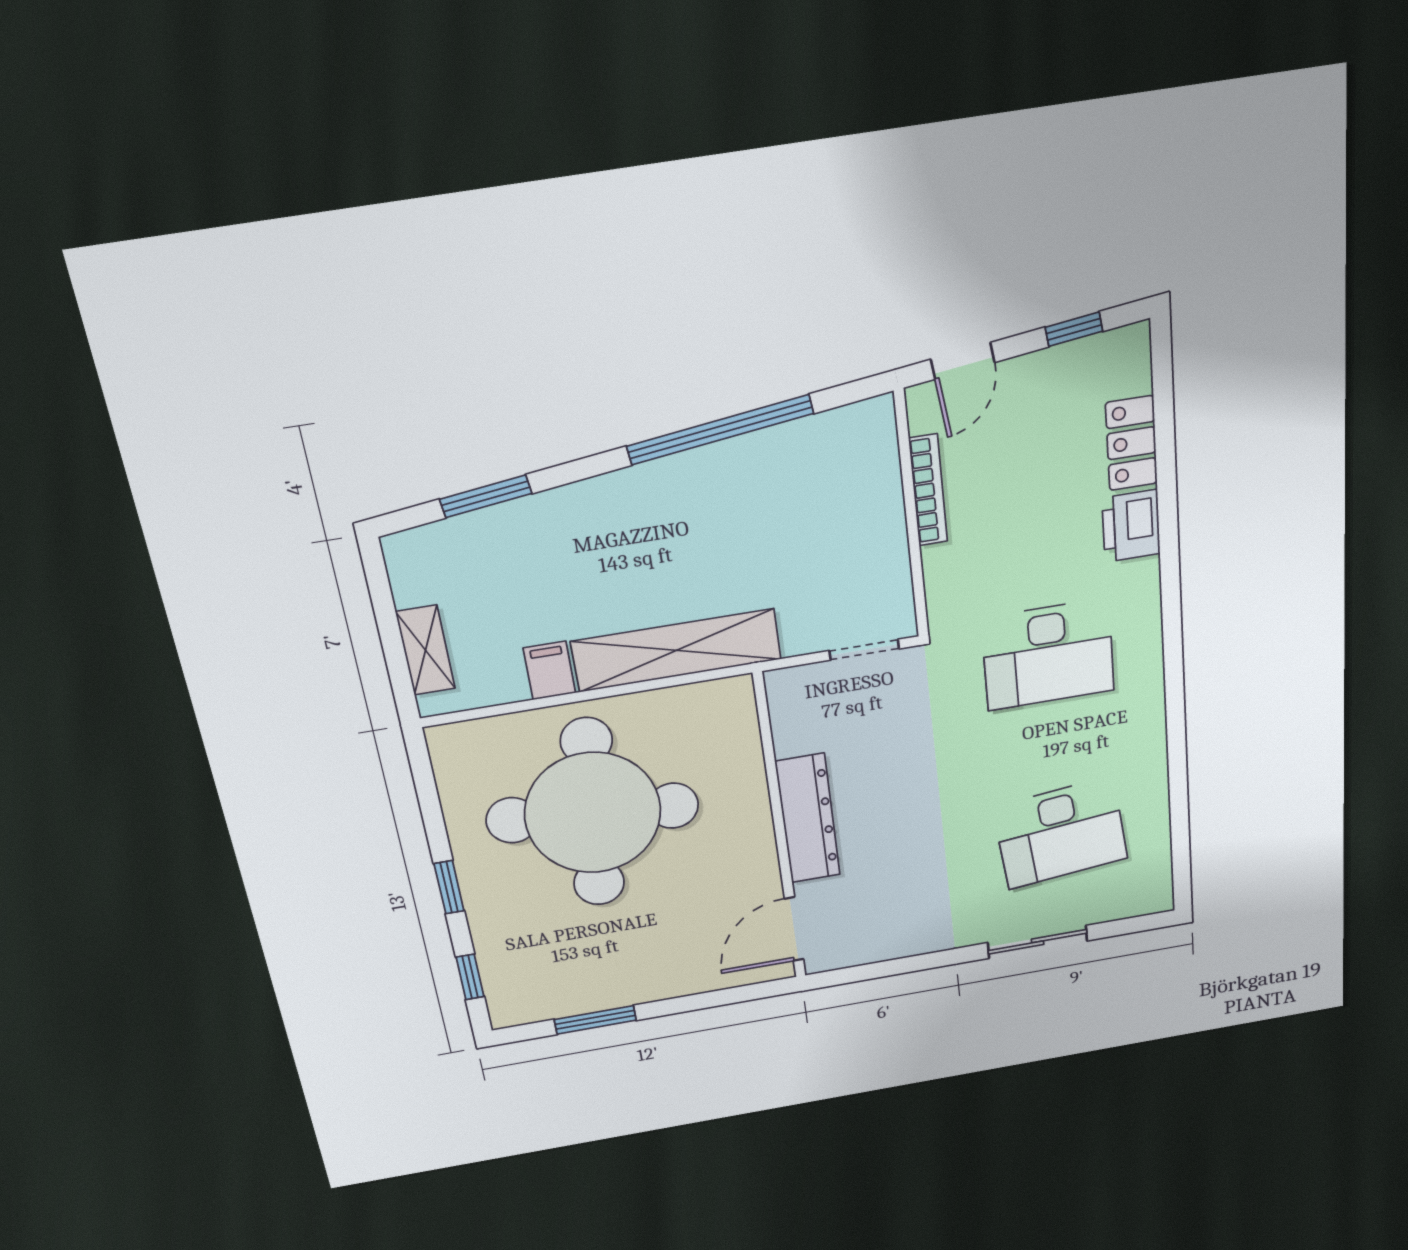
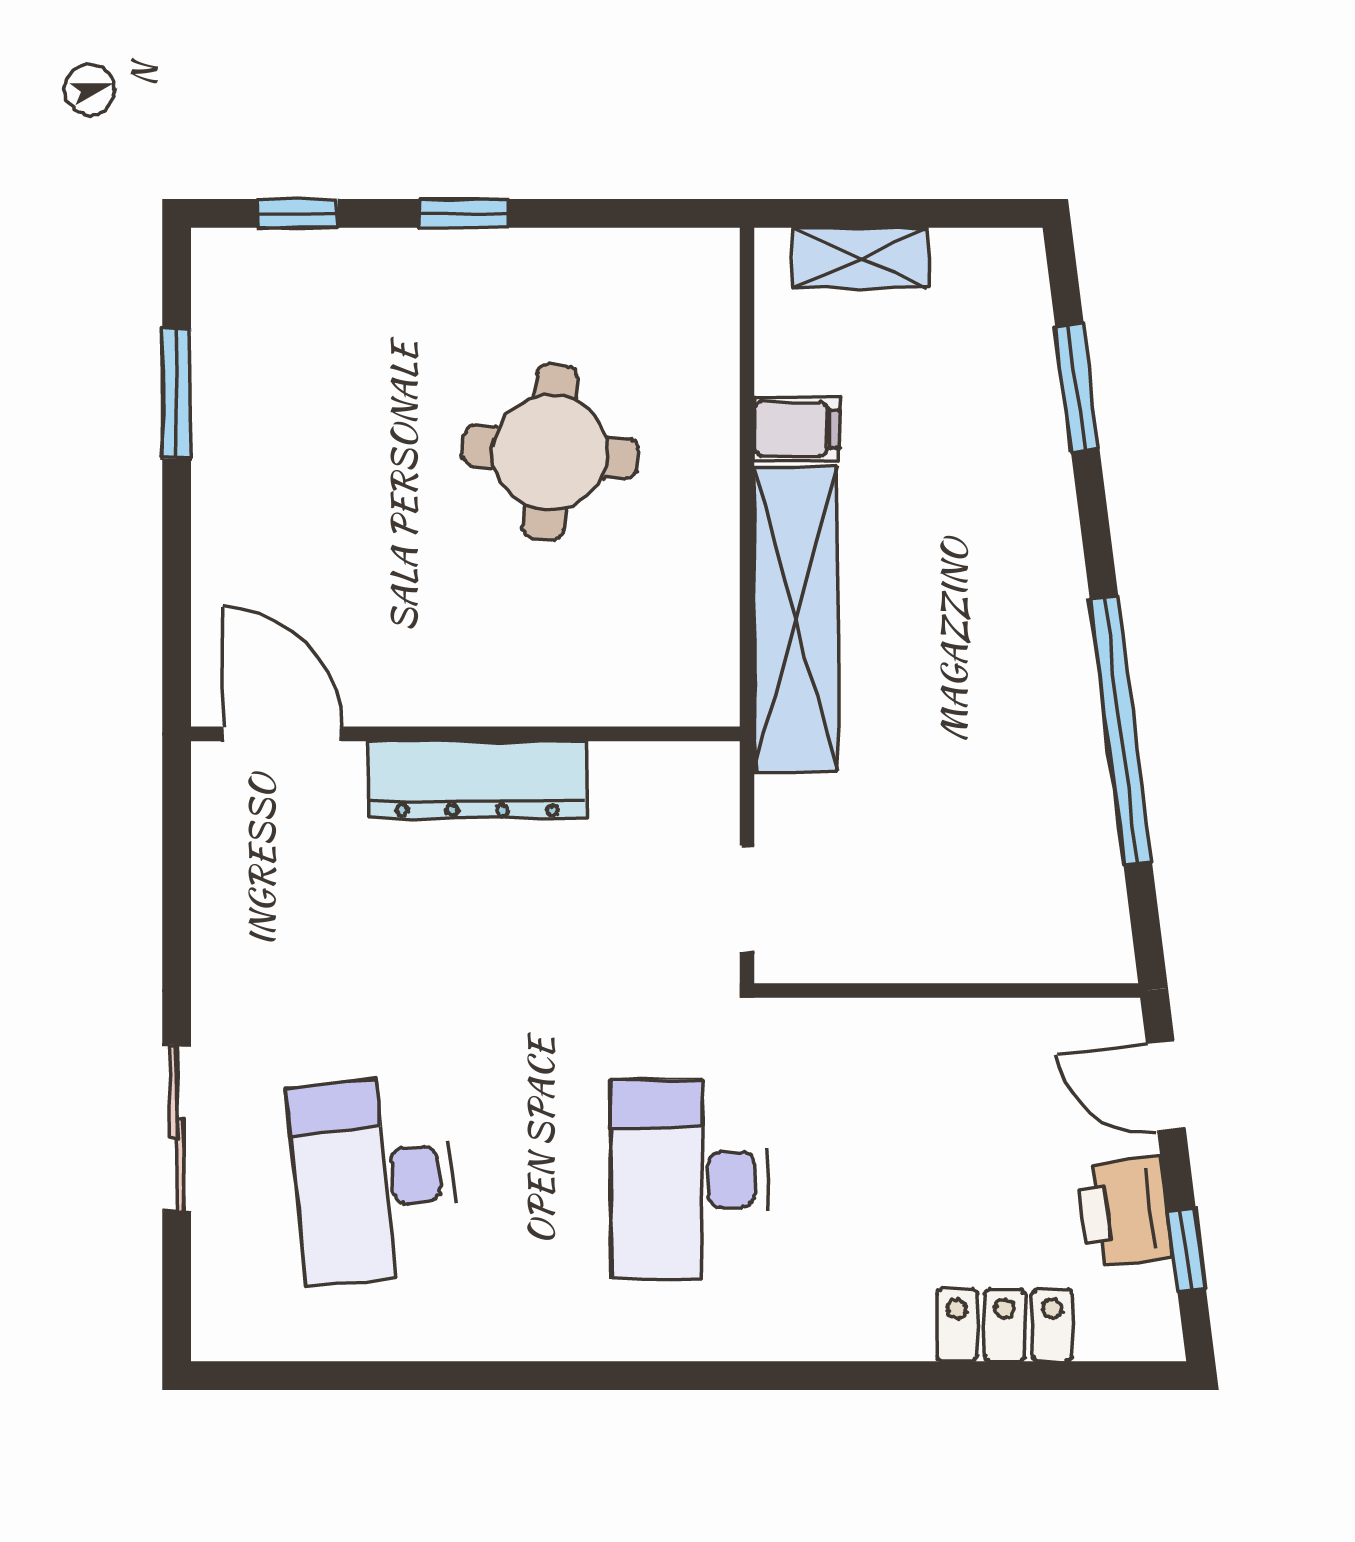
bookcase: (928, 490) -> (982, 1019), removed
printer: (1131, 526) -> (1125, 1212), moved, turned -97
round table: (593, 813) -> (550, 452), width x0.54, depth x0.54

